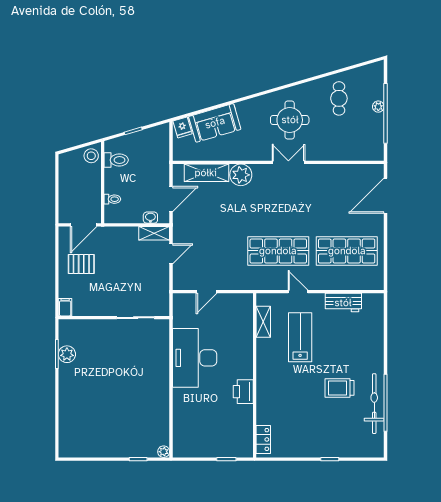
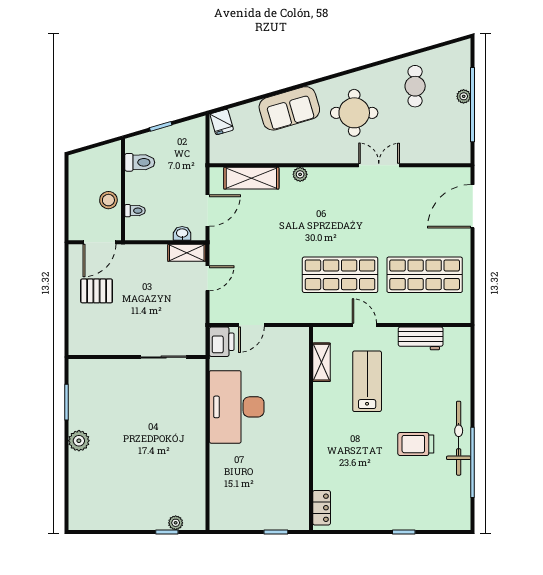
sofa: (215, 123) -> (289, 108), moved
stool: (91, 156) -> (108, 200), moved
double door: (288, 162) -> (379, 165), moved
plant: (241, 175) -> (300, 174), width x0.53, depth x0.53
filing cabinet: (65, 307) -> (77, 344), removed
plant: (67, 354) -> (79, 441), moved
printer: (243, 392) -> (222, 342), moved, turned 180
bicycle: (374, 404) -> (459, 438), moved
plant: (164, 452) -> (176, 523), moved

